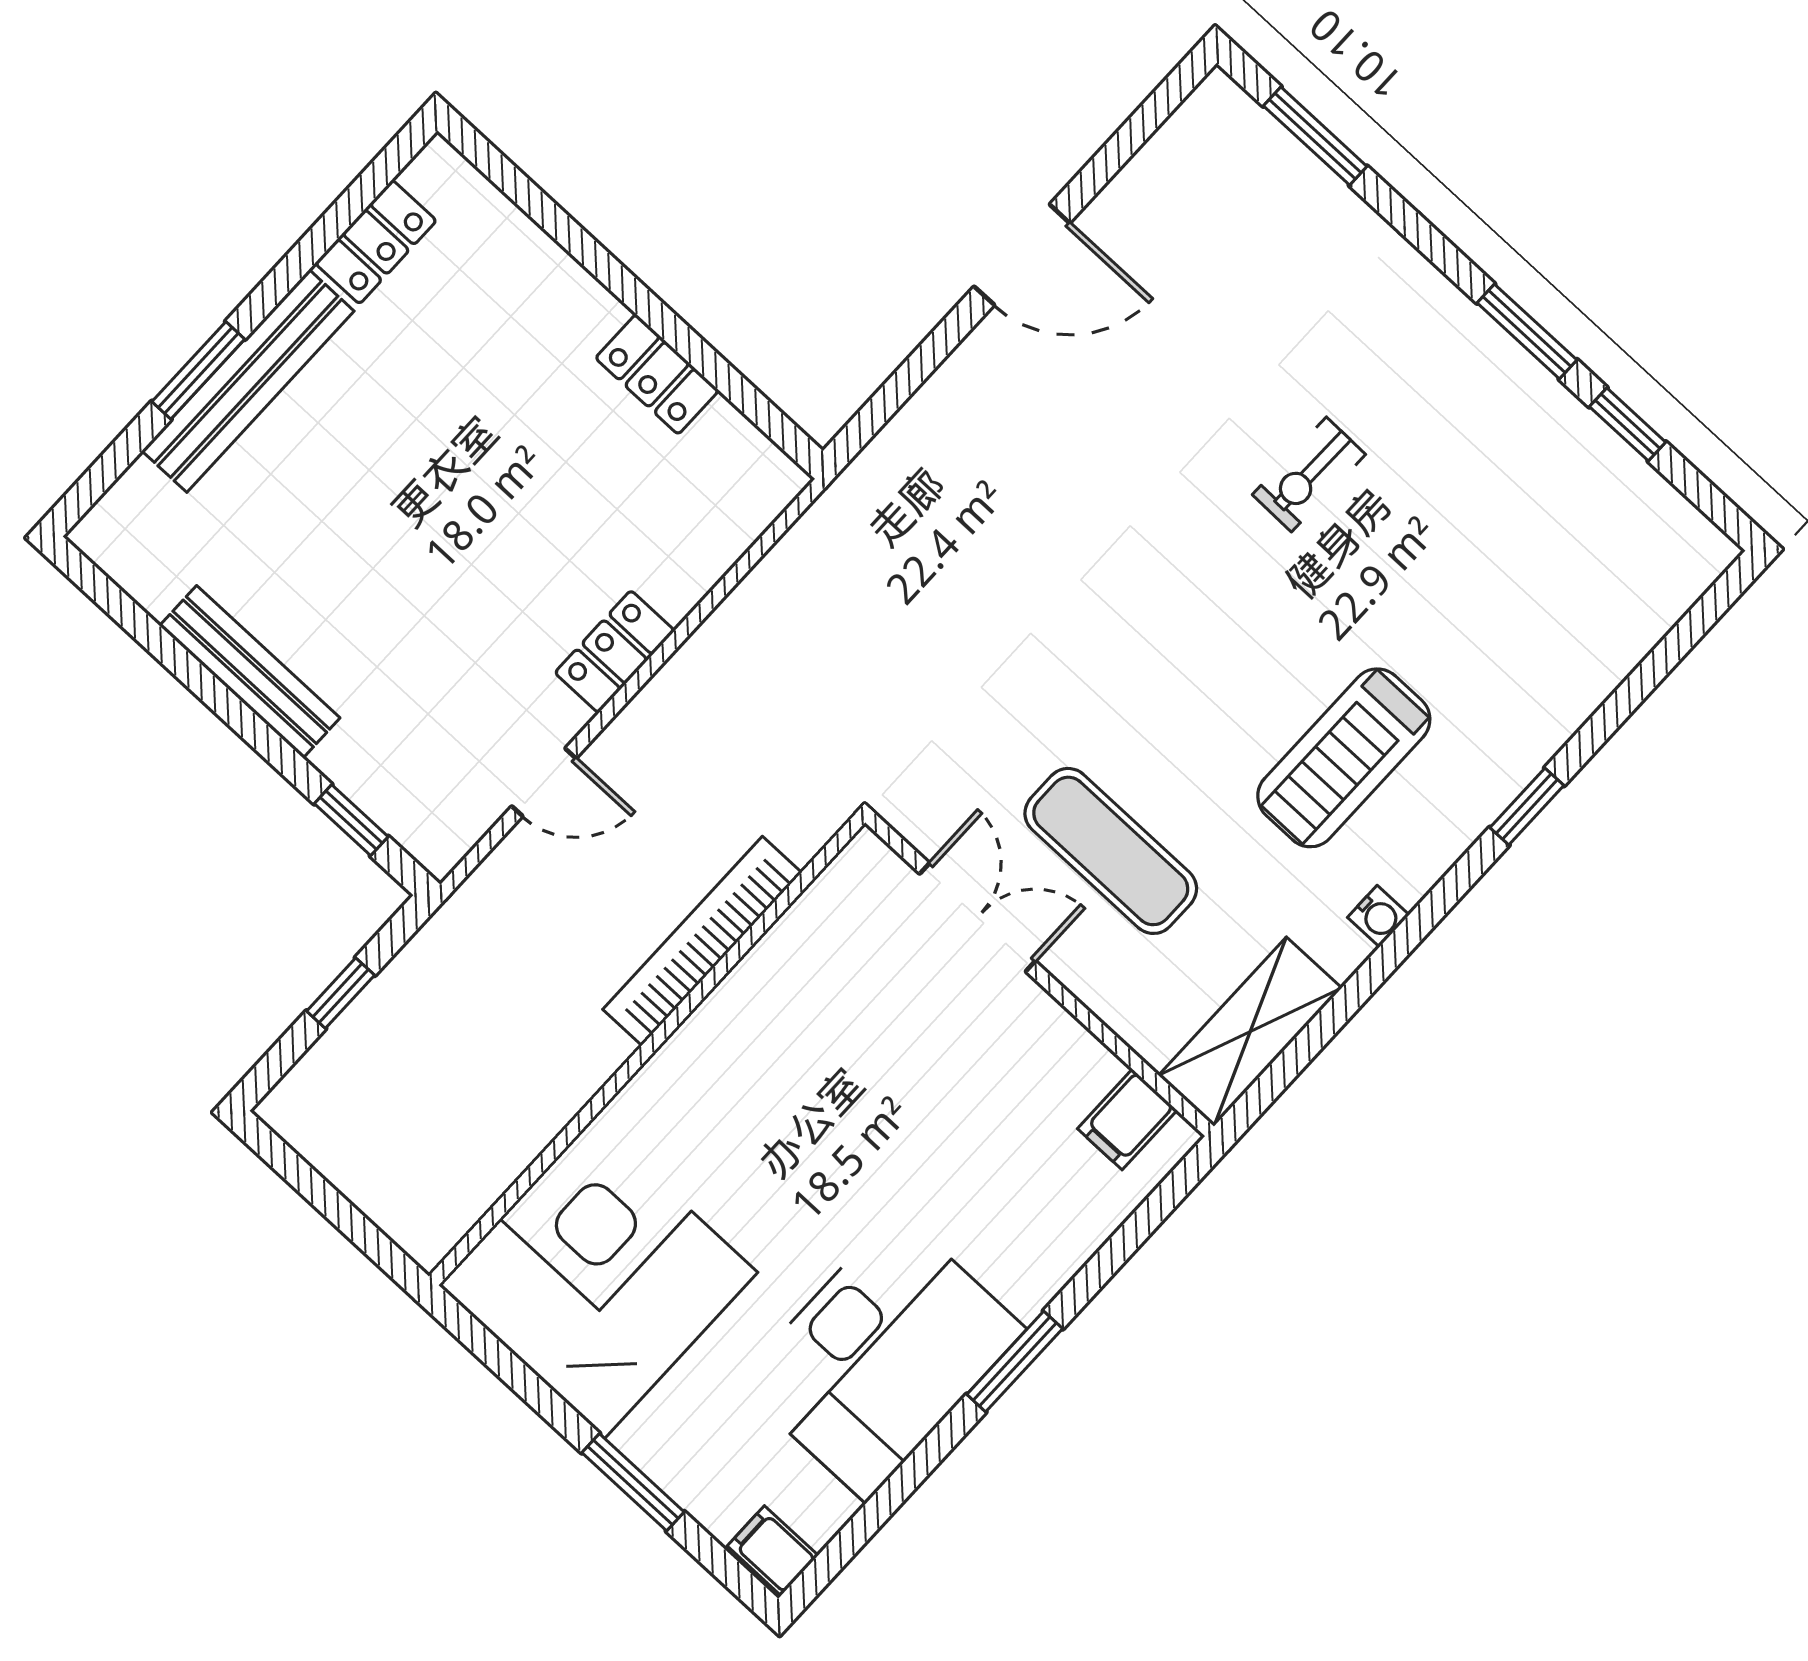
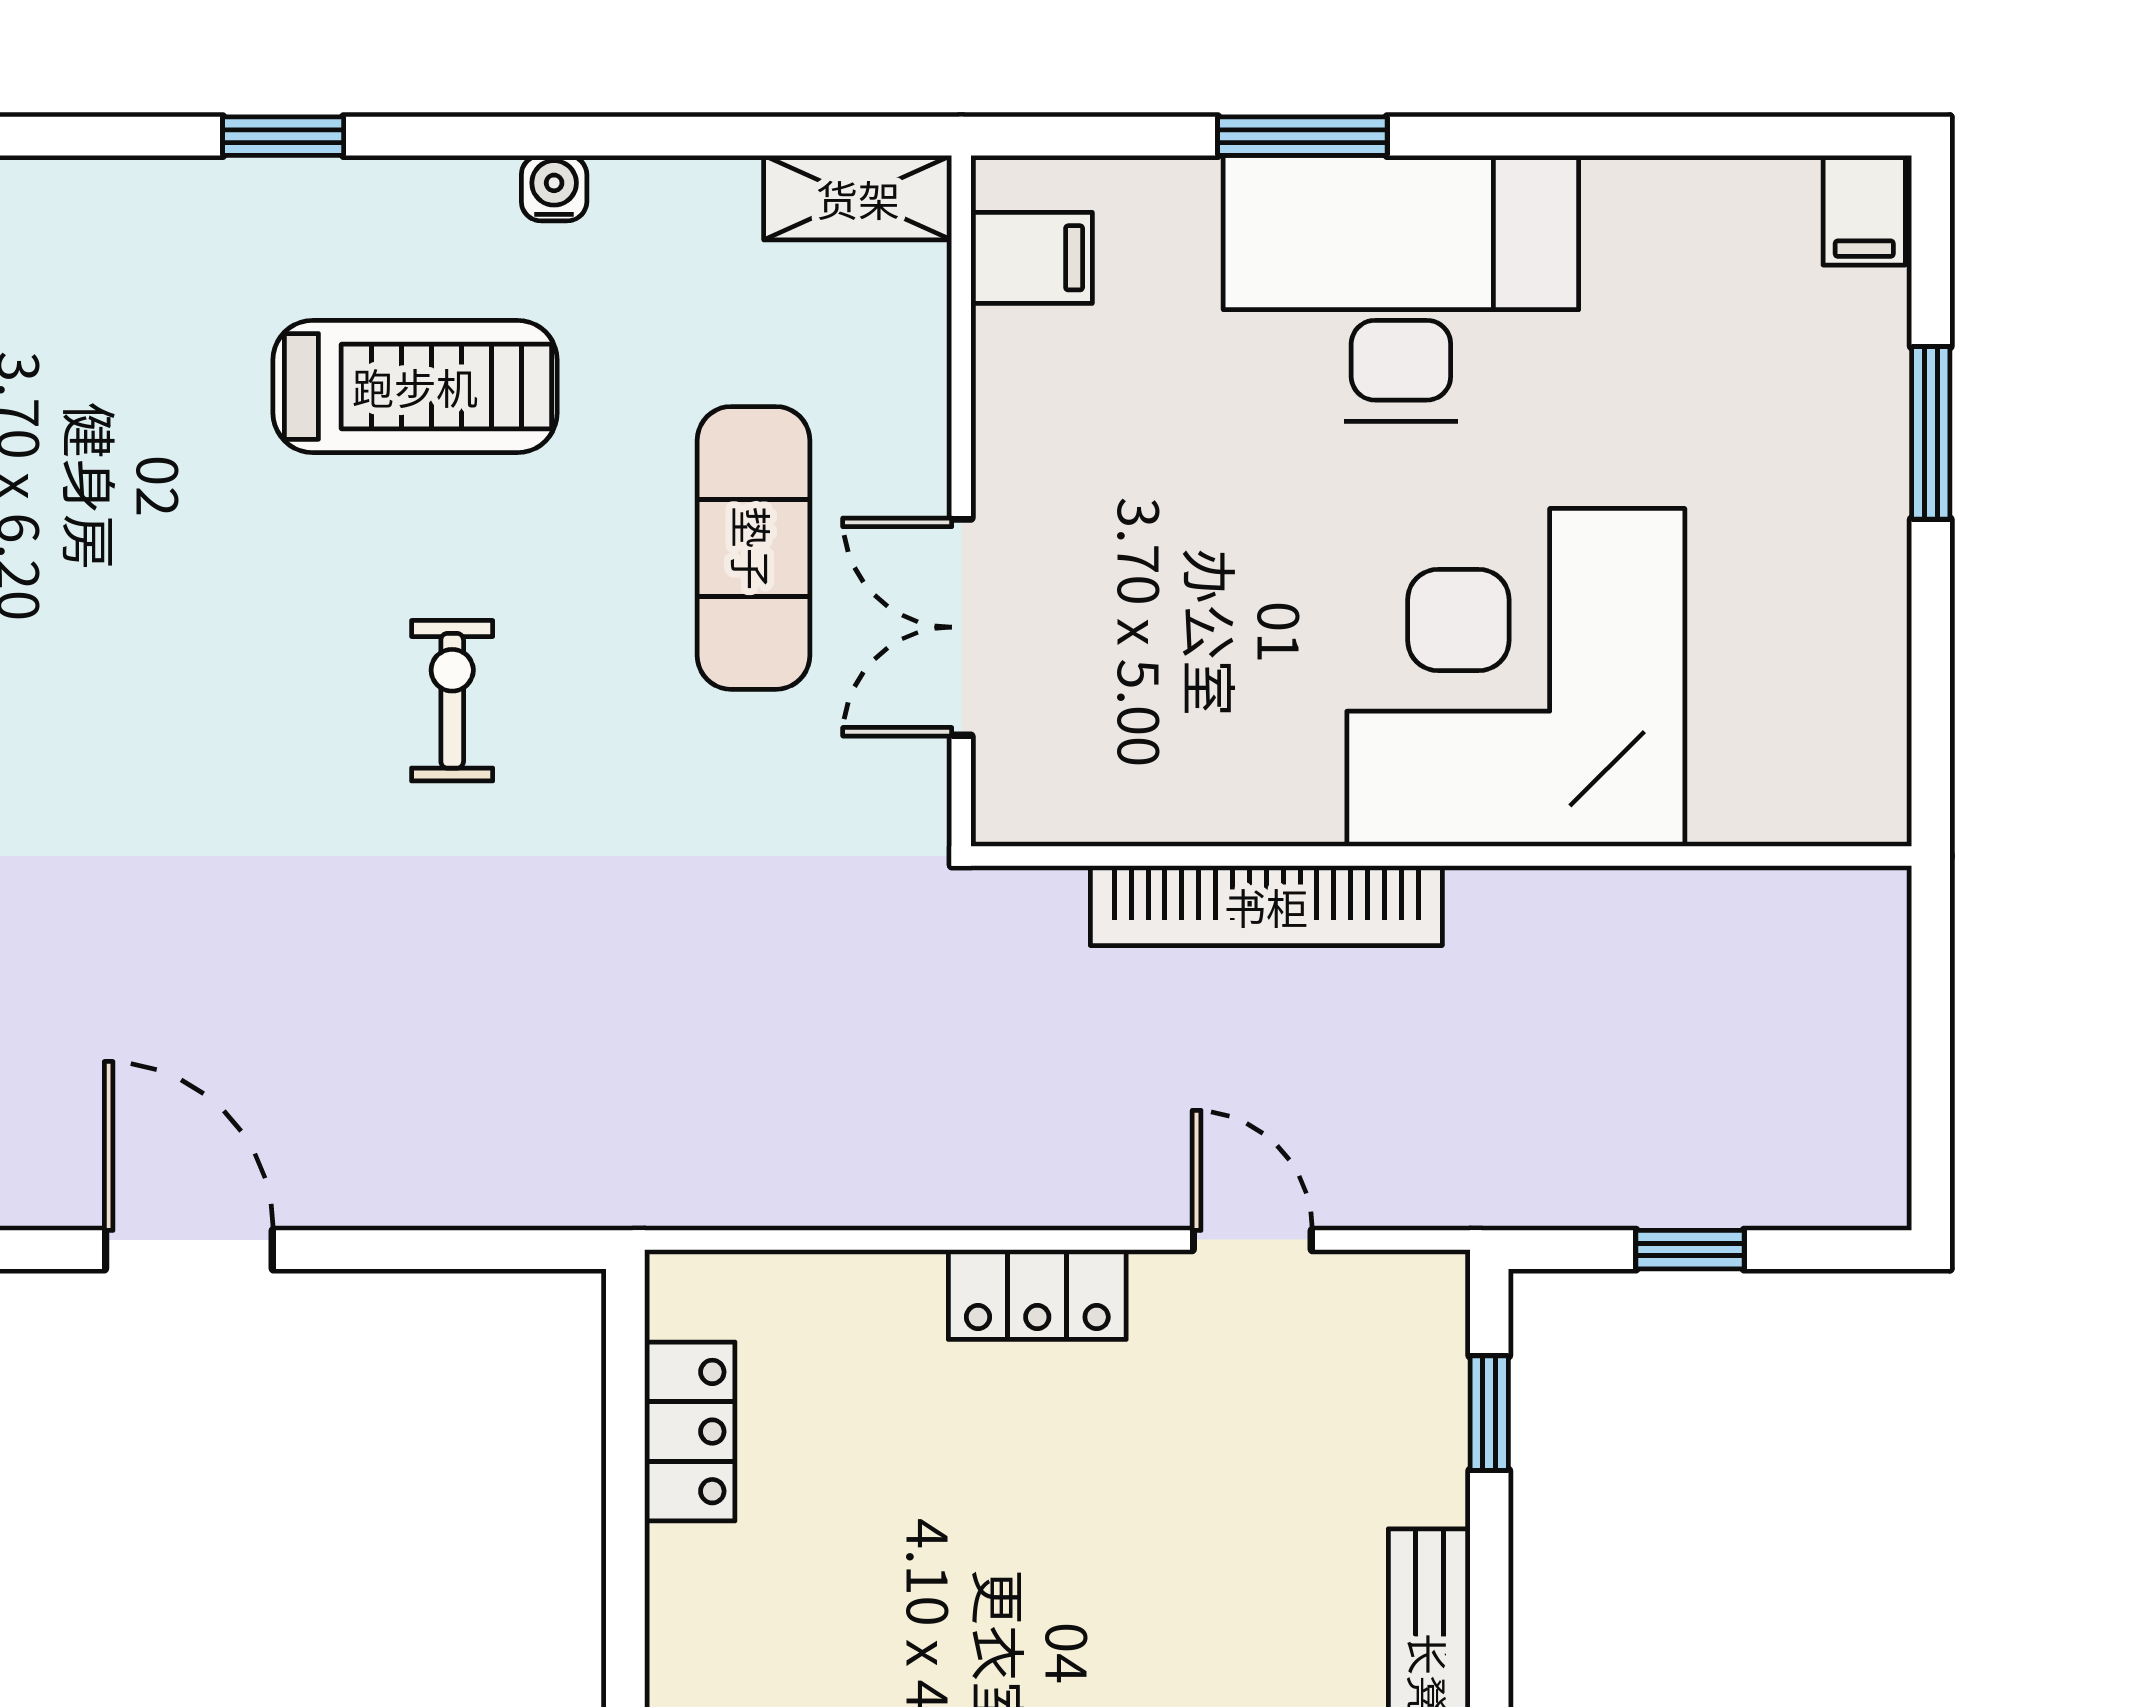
locker: (657, 374) -> (690, 1432), moved
exercise bike: (1309, 474) -> (452, 701), moved, turned -91
shelving: (1250, 1032) -> (858, 198), width x0.67, depth x0.75
corner desk: (598, 1279) -> (1516, 677), moved, turned 90
desk: (881, 1356) -> (1401, 288), moved
window: (1015, 1362) -> (1302, 136), moved

